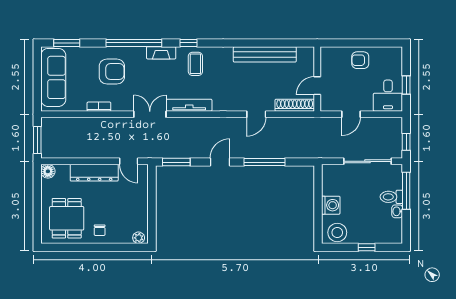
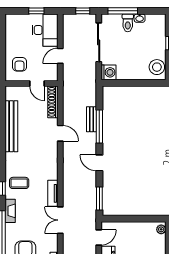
armchair: (360, 60) -> (19, 64), moved
desk: (388, 96) -> (45, 30), width x1.37
tv unit: (189, 105) -> (53, 193), width x0.71
door: (351, 114) -> (60, 56), swing flipped
bench: (273, 152) -> (91, 119), added
washing machine: (331, 205) -> (109, 72), moved, turned 90

